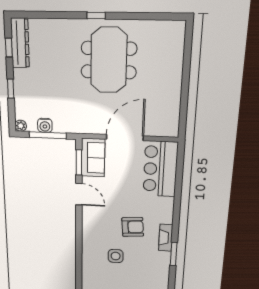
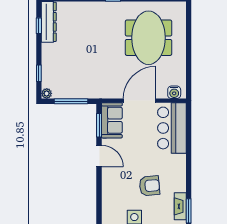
meeting table: (109, 60) -> (149, 38), moved
window: (11, 89) -> (39, 73), moved
water cooler: (45, 125) -> (174, 92), moved
fireplace: (166, 238) -> (180, 206), moved

